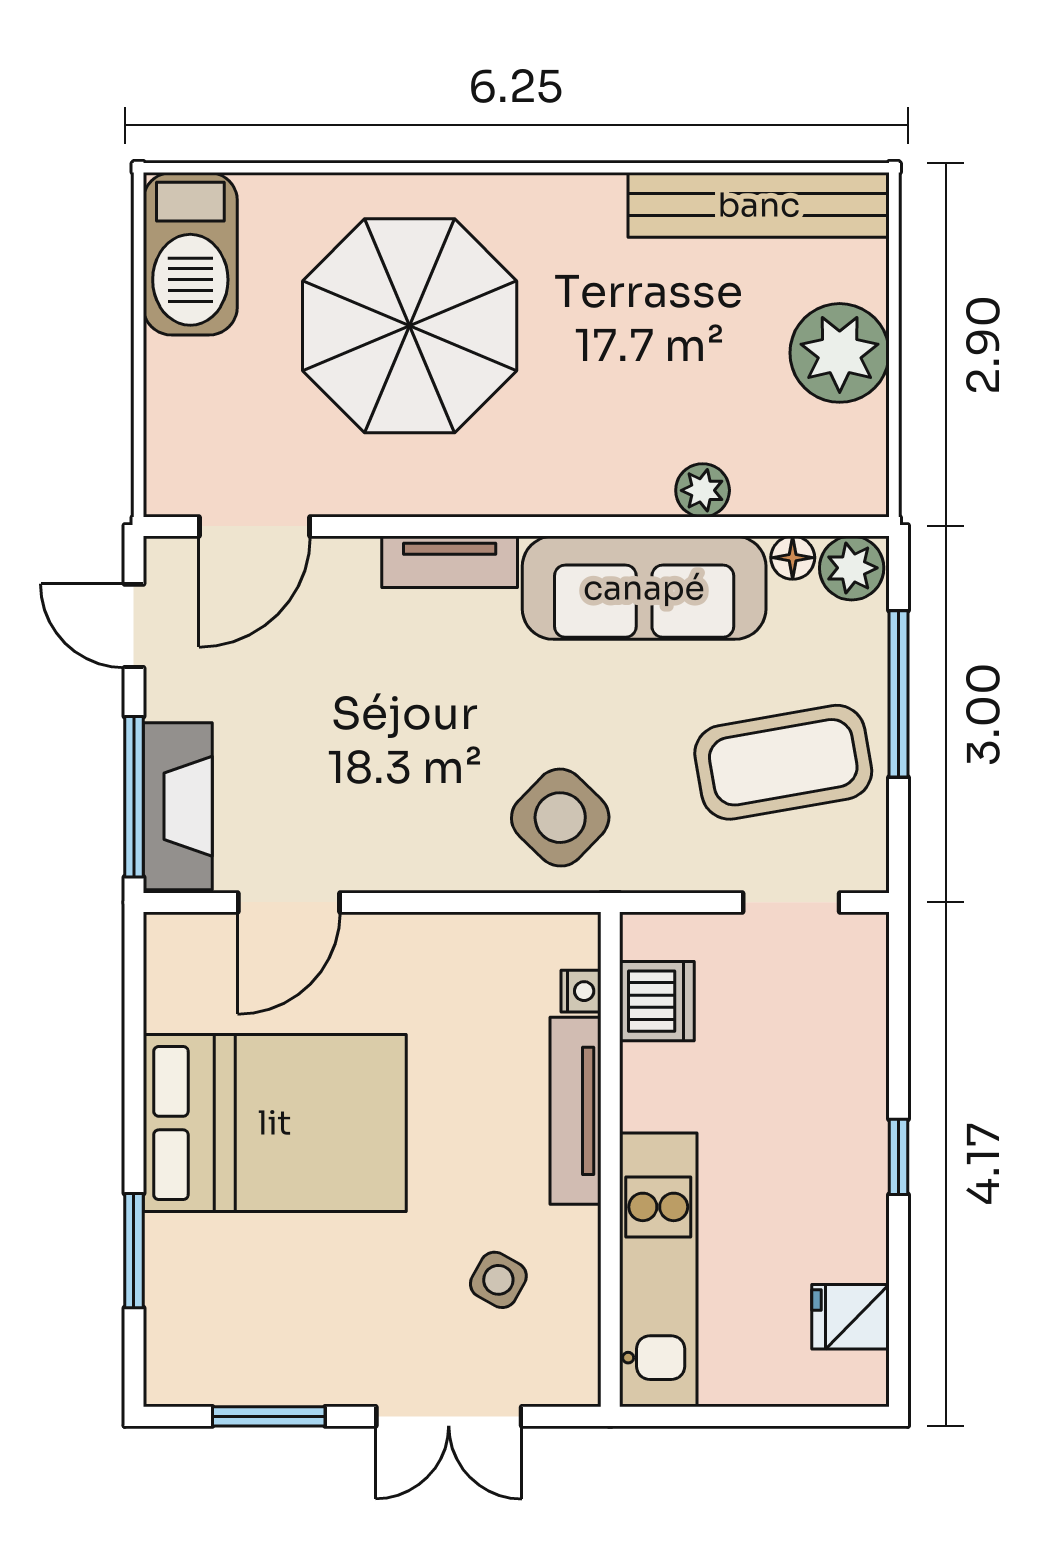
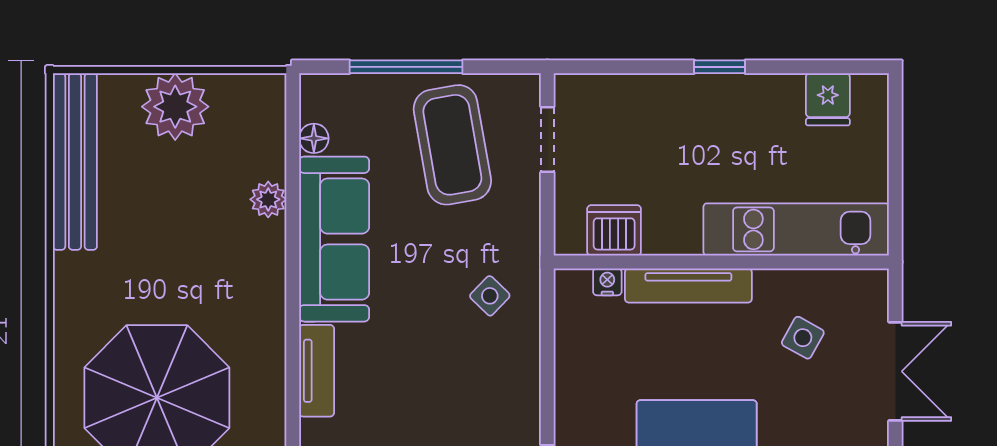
plant: (852, 568) -> (321, 98), removed
side table: (560, 818) -> (490, 296), width x0.54, depth x0.54

